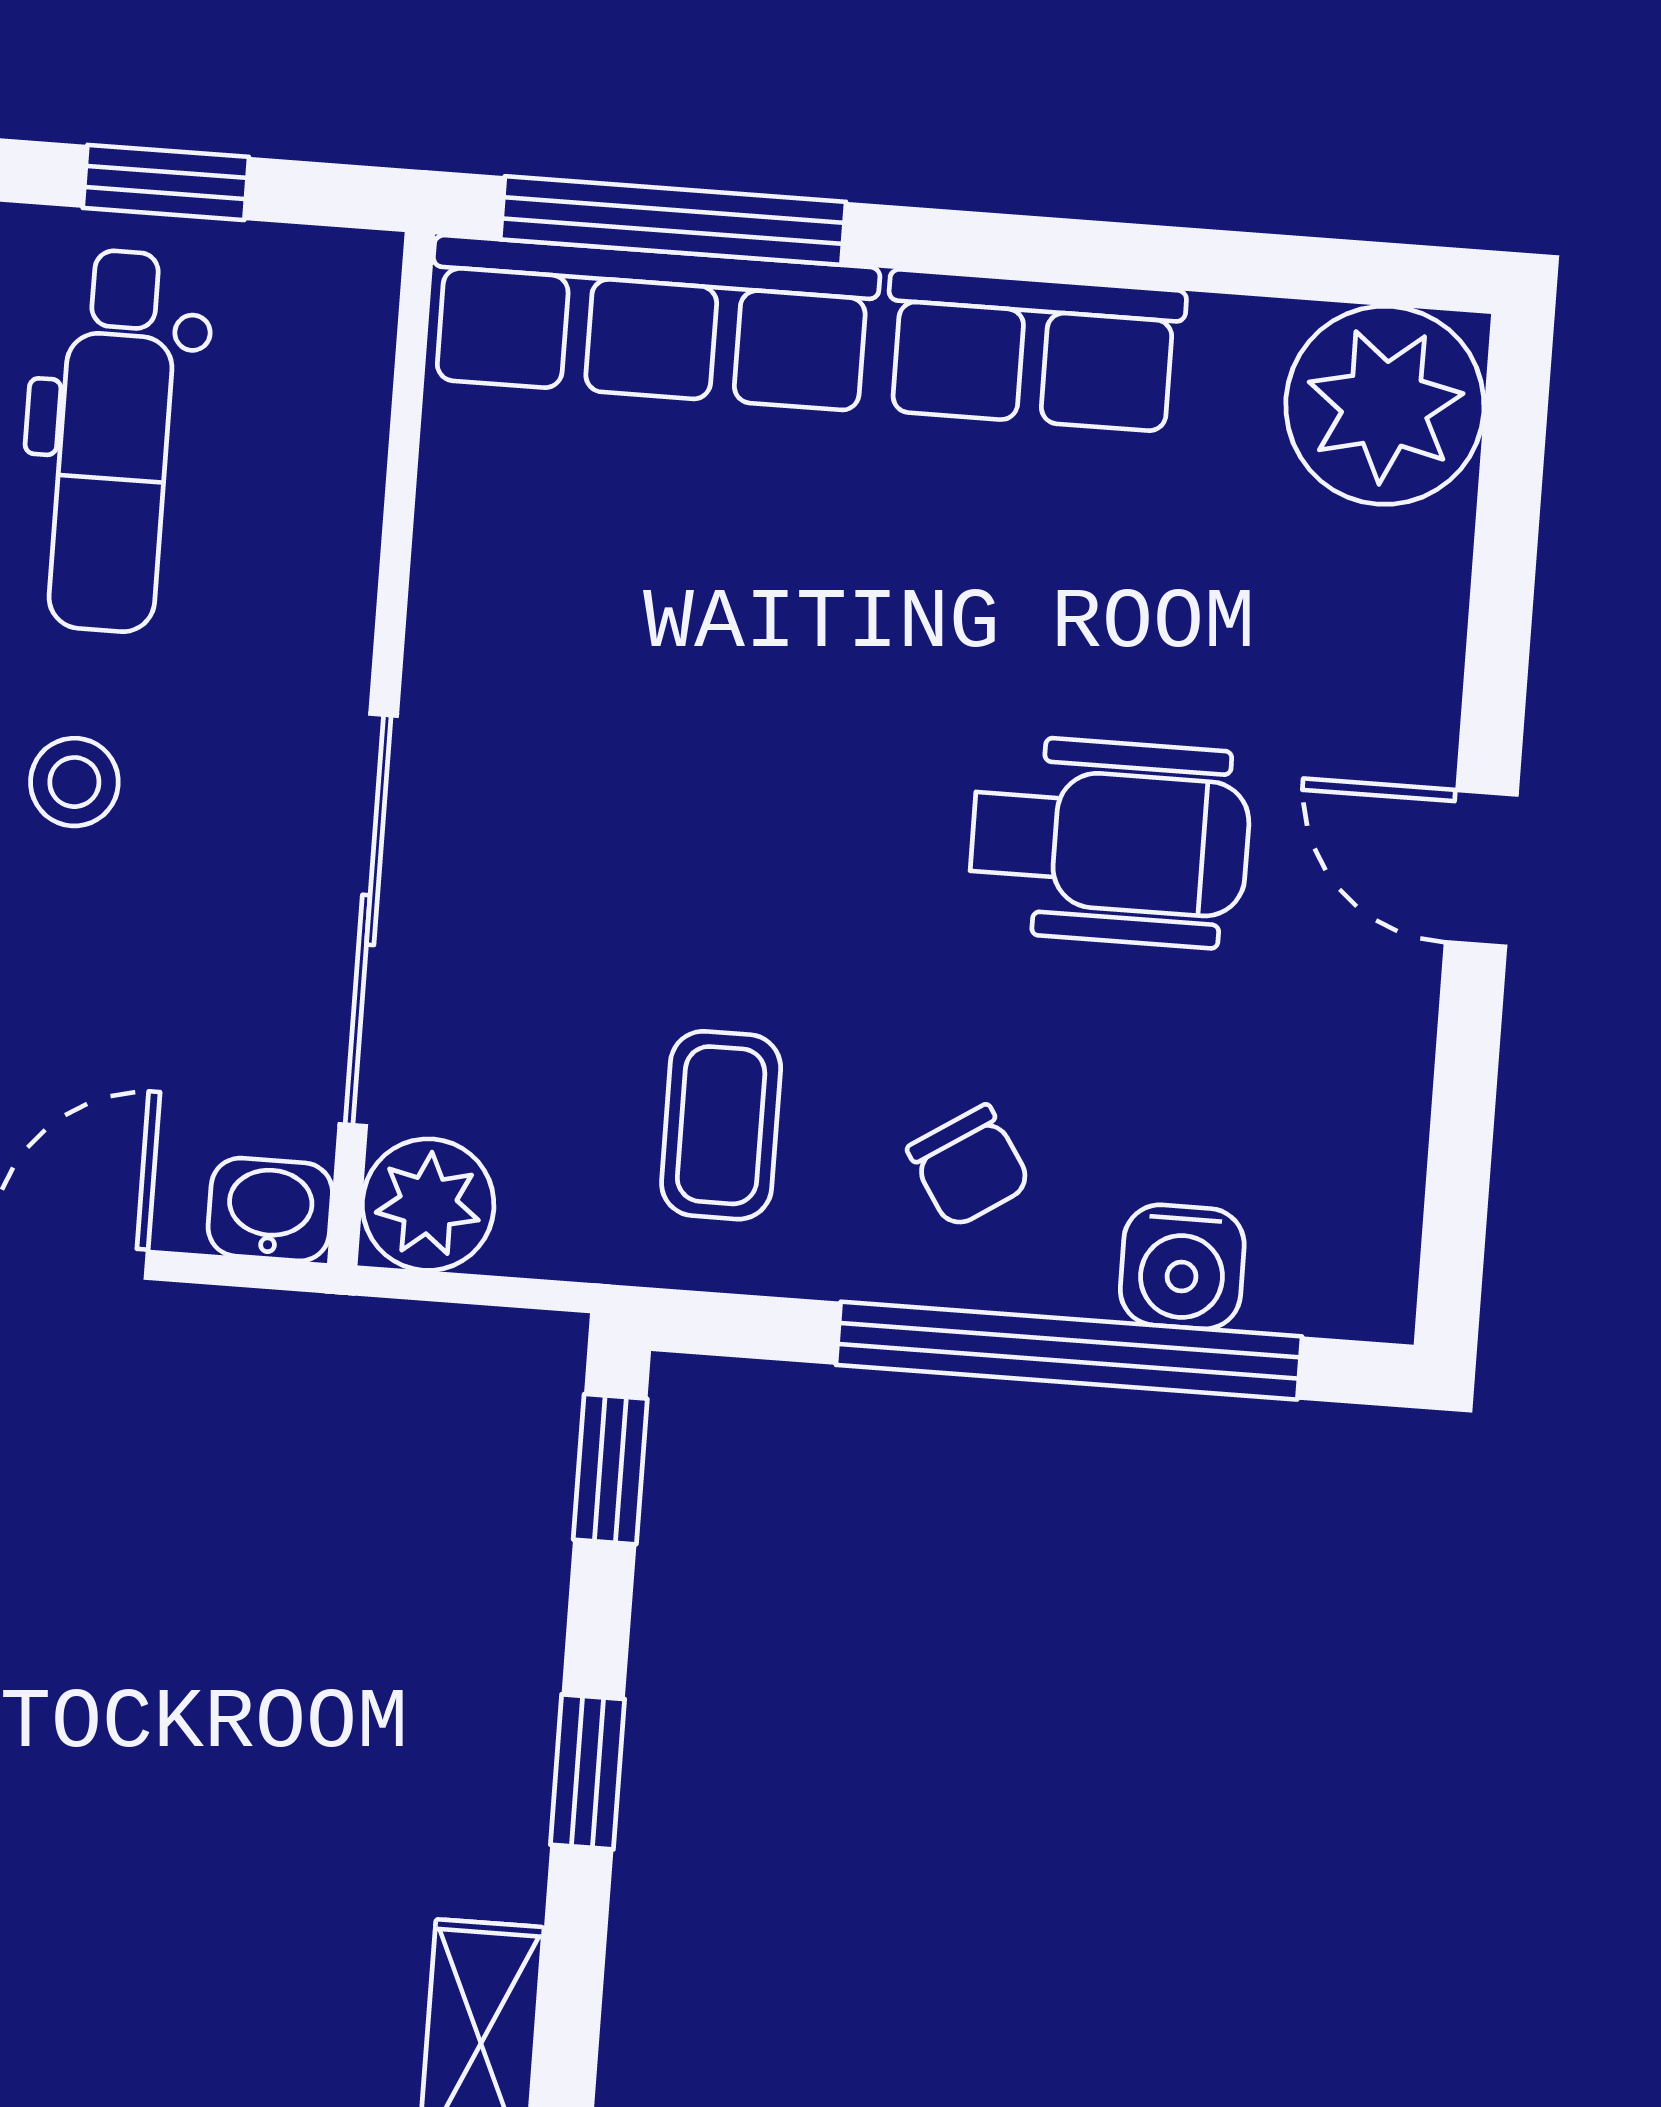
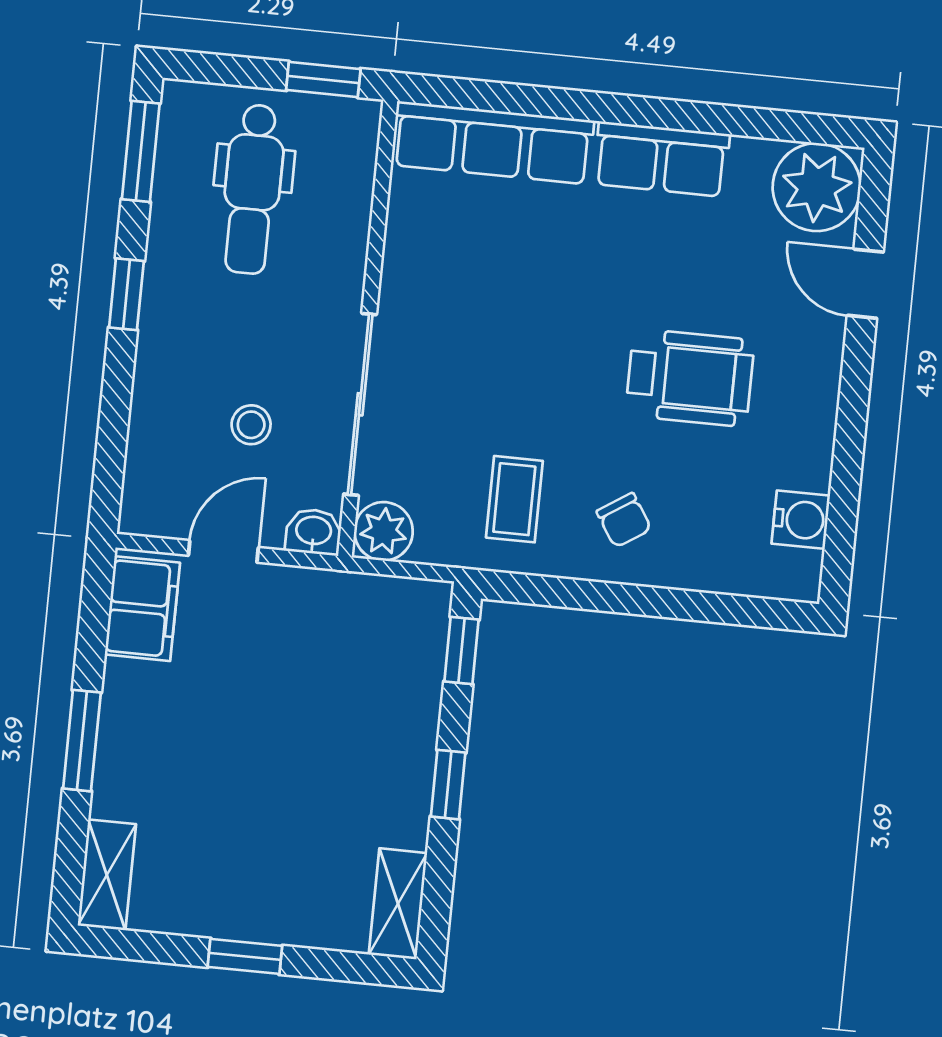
window: (166, 182) -> (323, 80), moved
window: (673, 221) -> (503, 97), removed
stool: (74, 782) -> (251, 425), moved
door: (1481, 868) -> (865, 284), moved
water cooler: (1182, 1267) -> (801, 520), moved, turned -90
window: (1069, 1351) -> (666, 603), removed

